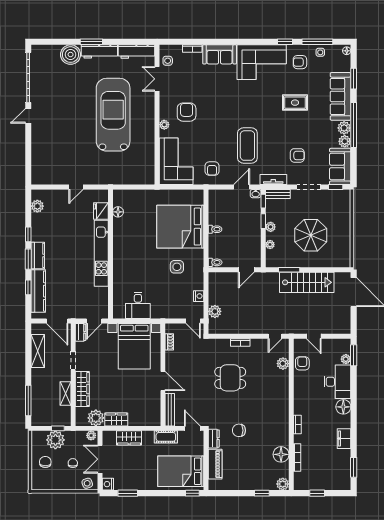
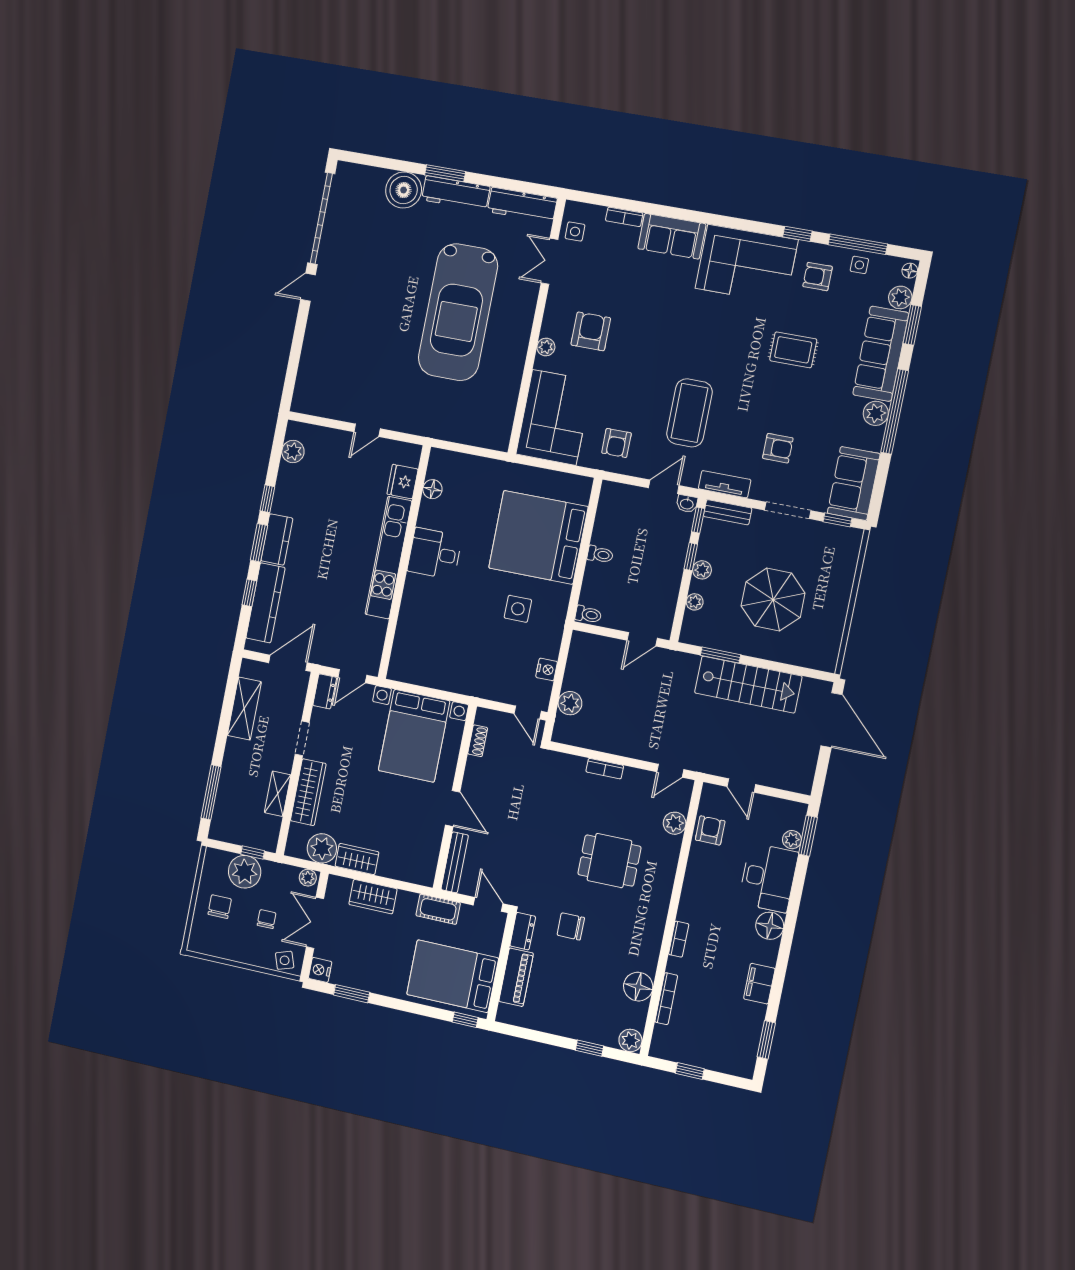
car: (113, 115) -> (458, 312), turned 180
plant: (345, 141) -> (900, 297), moved
desk: (138, 305) -> (435, 554), moved, turned 90
door: (57, 321) -> (288, 663), swing flipped
dining table: (230, 378) -> (609, 861), moved

